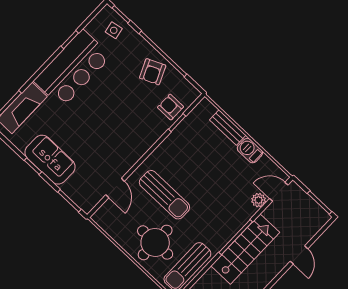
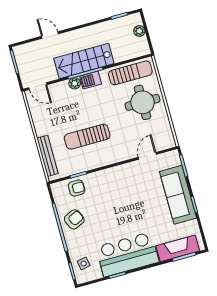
armchair: (170, 107) -> (77, 188), turned -90
bench: (228, 128) -> (47, 156), width x1.36
barbecue: (250, 151) -> (91, 80), moved, turned 90
sofa: (50, 160) -> (178, 195), width x1.36
sun lounger: (164, 195) -> (87, 137), moved, turned -90
plant: (259, 200) -> (75, 83), moved
door: (299, 255) -> (50, 35), hinge flipped

